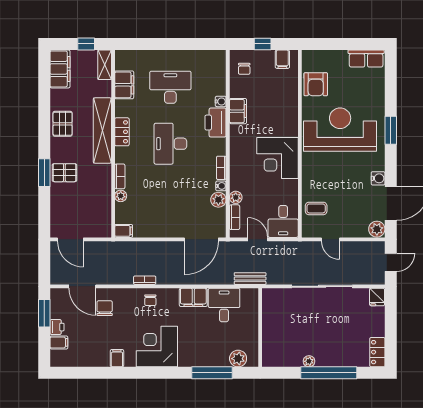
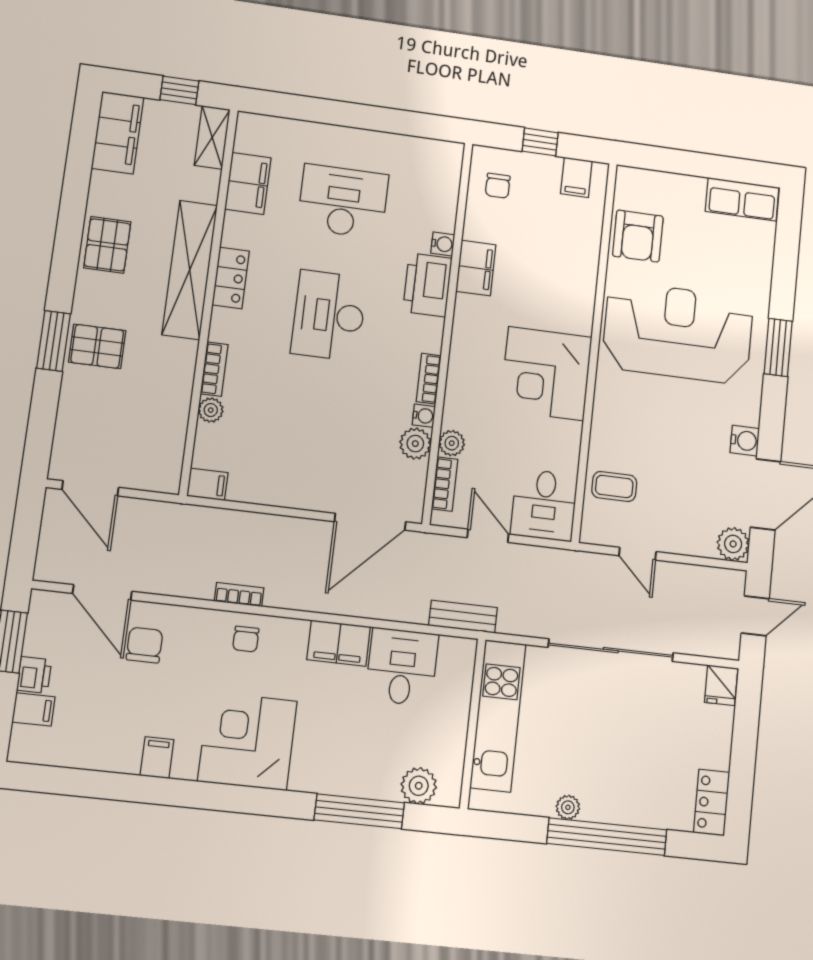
kitchen unit: (272, 323) -> (498, 716), added

